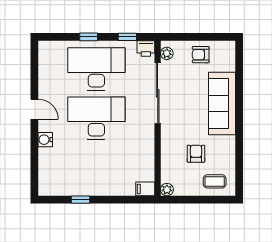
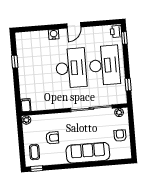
window: (89, 37) -> (124, 38), moved
printer: (146, 48) -> (116, 31), moved
window: (239, 180) -> (37, 169), added

